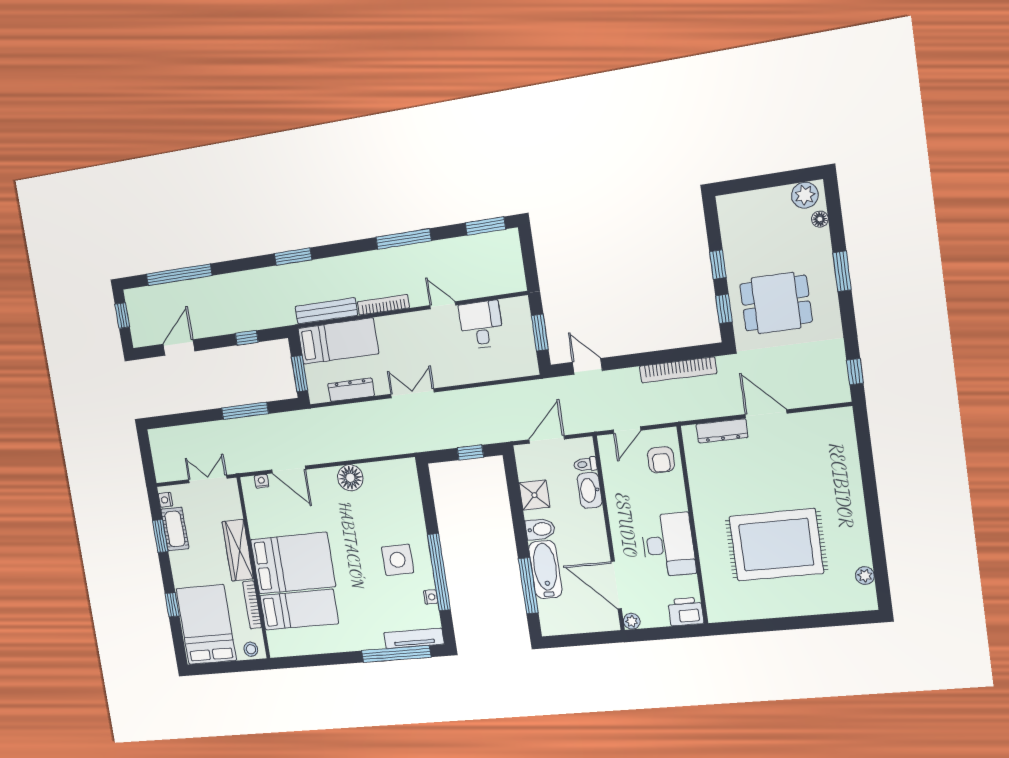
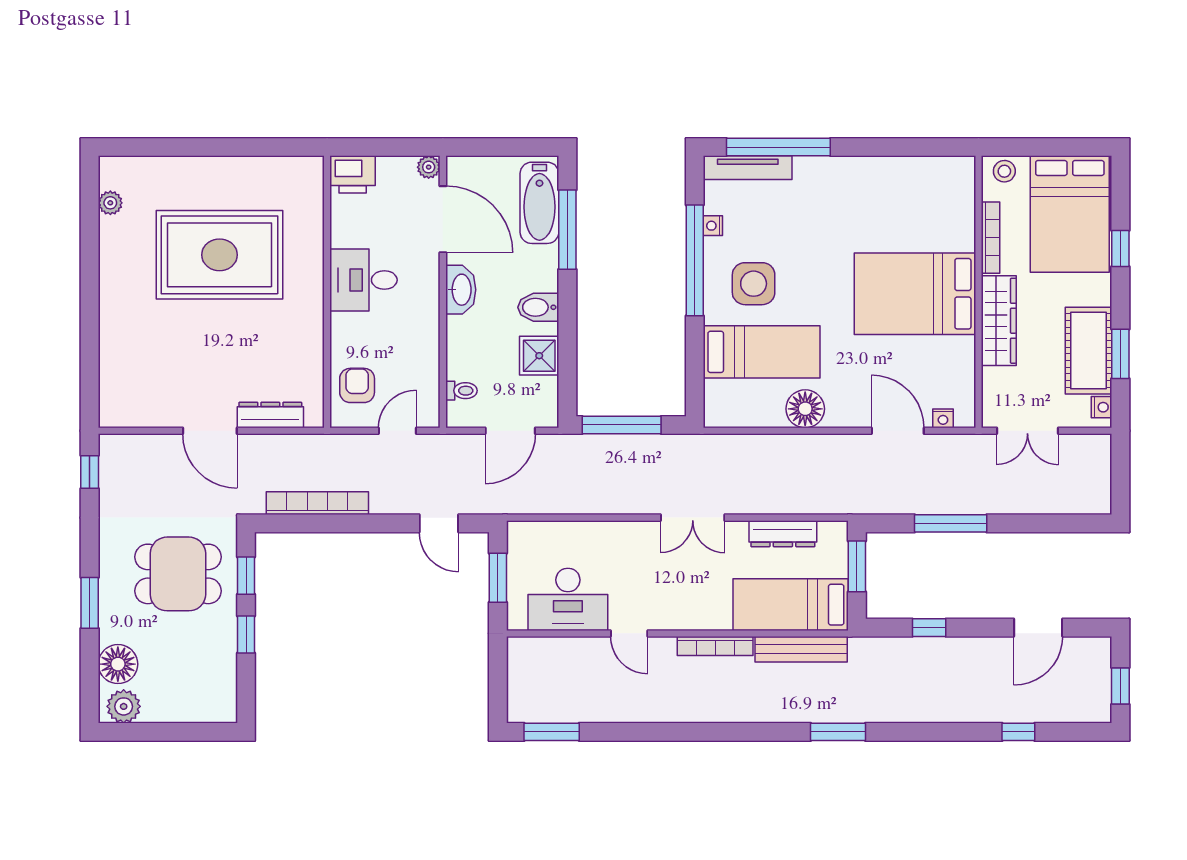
floor lamp: (820, 219) -> (118, 664), width x1.89, depth x1.89
window: (403, 239) -> (671, 732), removed
window: (179, 275) -> (1018, 732), width x0.32
desk: (481, 325) -> (568, 599), width x1.37
window: (470, 453) -> (622, 425), width x2.17
washbasin: (590, 490) -> (461, 290), moved
cot: (175, 529) -> (1089, 351), width x1.37, depth x1.34
desk: (668, 545) -> (364, 280), width x0.73
bathtub: (545, 570) -> (539, 203), moved
bed: (299, 610) -> (762, 352), moved, turned 180

